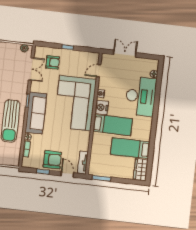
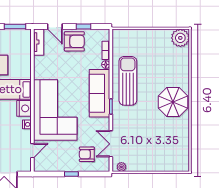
armchair: (52, 160) -> (74, 41), turned 180

